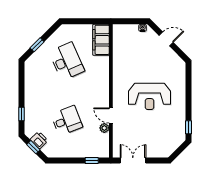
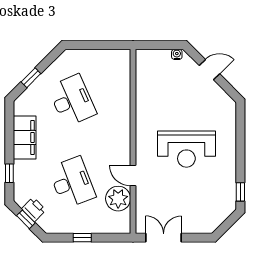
filing cabinet: (101, 40) -> (25, 137), moved, turned 180
desk: (67, 121) -> (72, 182), width x1.37
plant: (104, 128) -> (118, 199), width x1.88, depth x1.88
window: (92, 161) -> (82, 238), moved

